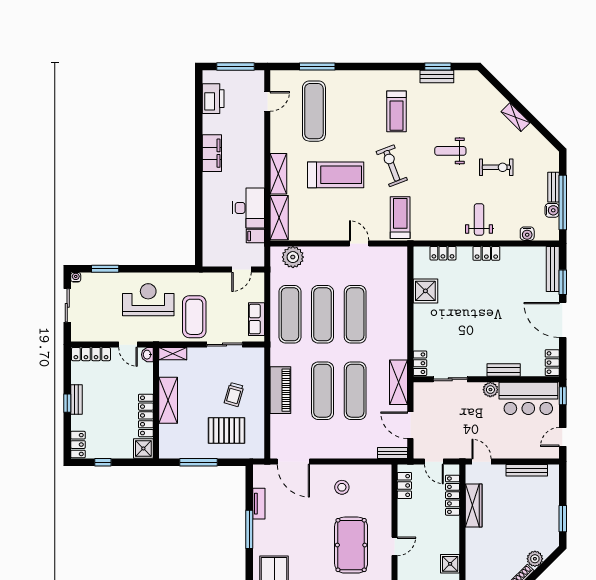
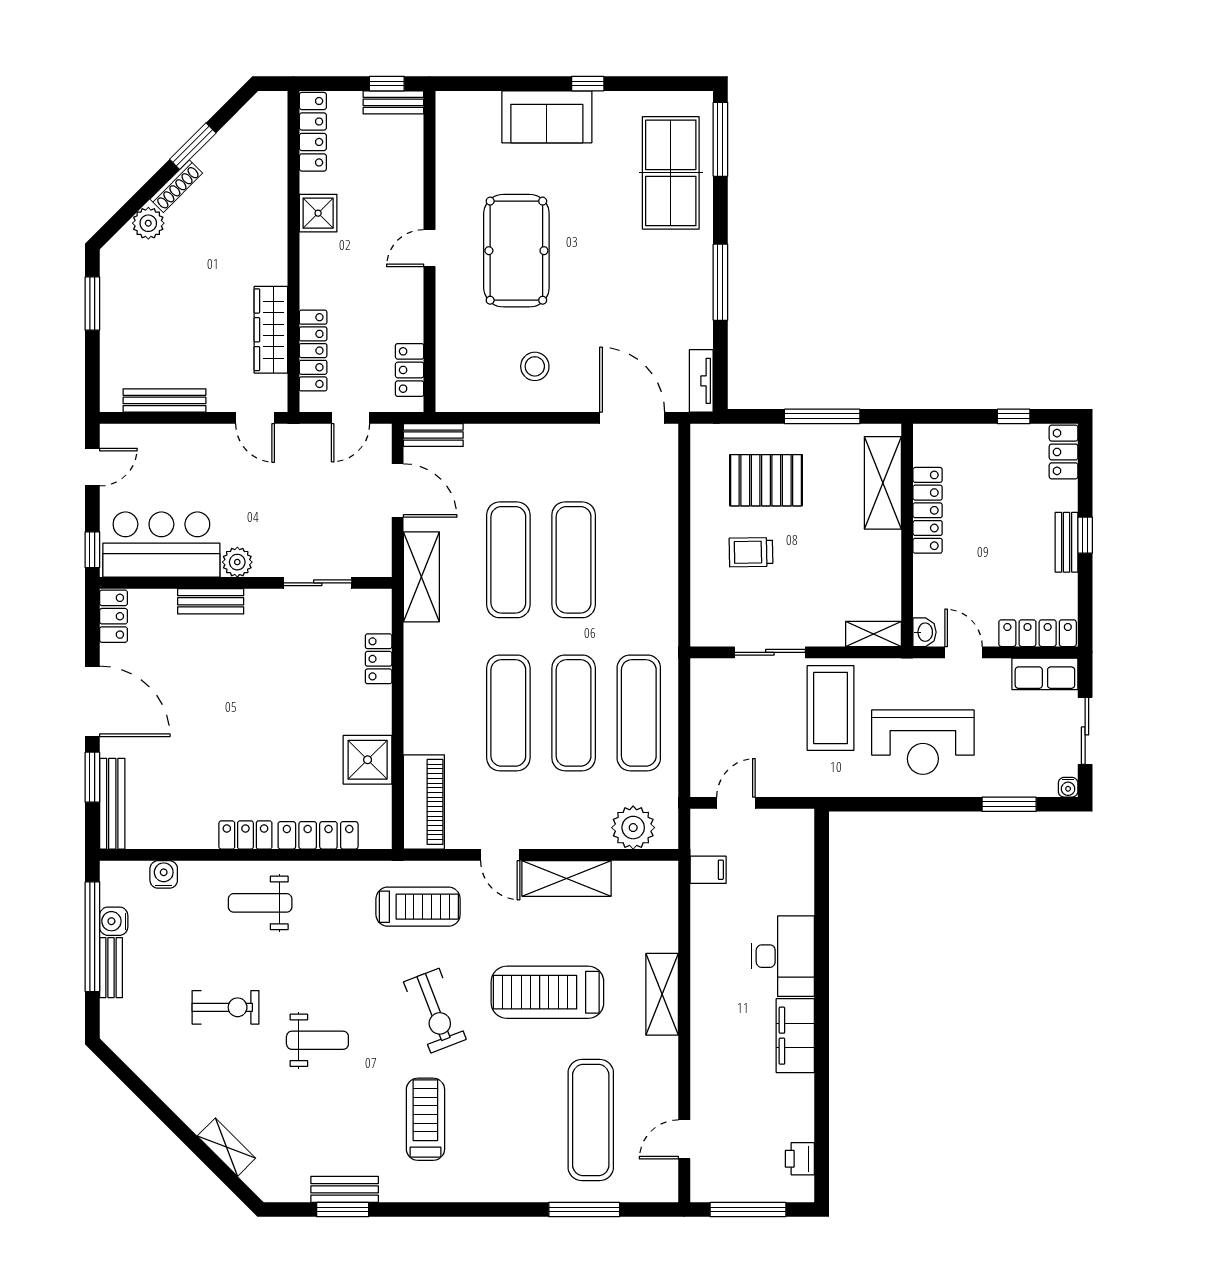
printer: (213, 99) -> (800, 1159), width x0.53, depth x0.68
shelving: (515, 117) -> (226, 1147), moved
exercise bike: (496, 167) -> (226, 1007), turned 180
desk: (249, 208) -> (783, 956), moved, turned 180
shelving: (279, 218) -> (567, 879), moved, turned 90
treadmill: (400, 218) -> (418, 907), turned -90
weight bench: (479, 219) -> (260, 903), turned 90
locker: (443, 253) -> (318, 835), width x1.53
row of seats: (257, 319) -> (1045, 674), moved, turned 90
locker: (420, 363) -> (379, 659), moved
piano: (280, 390) -> (424, 802), moved, turned 180
trolley: (234, 395) -> (751, 552), turned -107
shelving: (168, 400) -> (883, 483), moved
shower: (143, 448) -> (933, 444), removed
door: (434, 462) -> (351, 418), swing flipped
tv unit: (259, 504) -> (701, 381), moved

